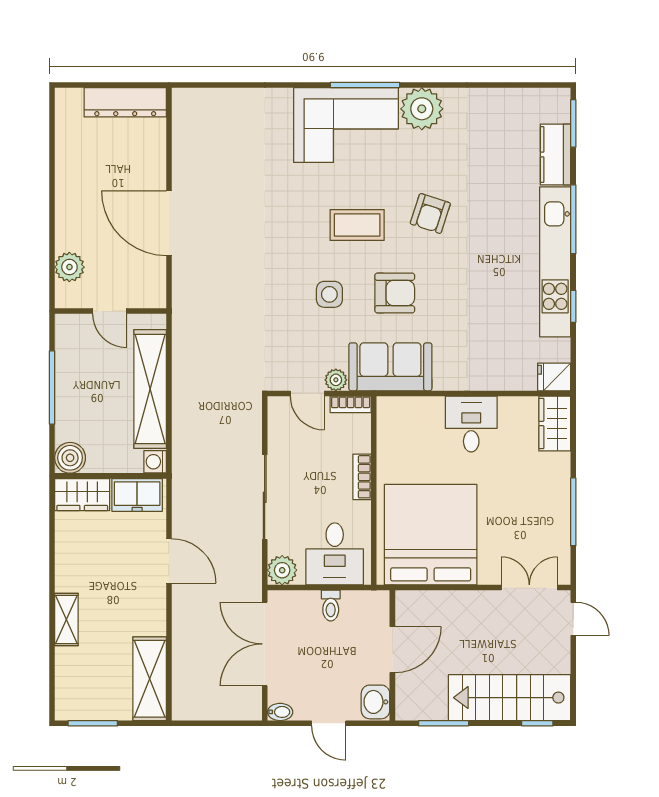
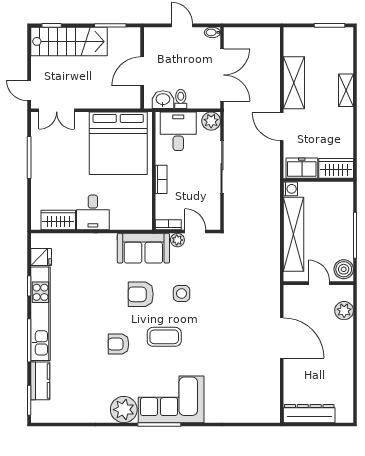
armchair: (430, 213) -> (118, 344), turned -108
fridge: (554, 377) -> (41, 257), moved
wardrobe: (555, 424) -> (58, 220), moved, turned -90
boiler: (70, 458) -> (344, 269), moved
shelving: (150, 679) -> (294, 83), moved
washbasin: (375, 702) -> (163, 100), moved, turned -90

